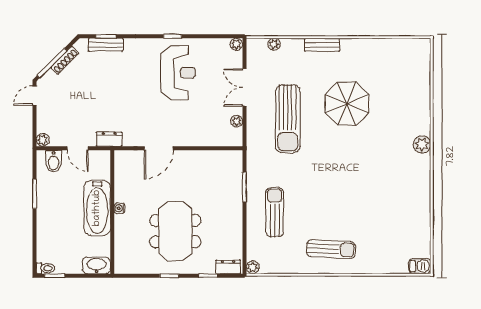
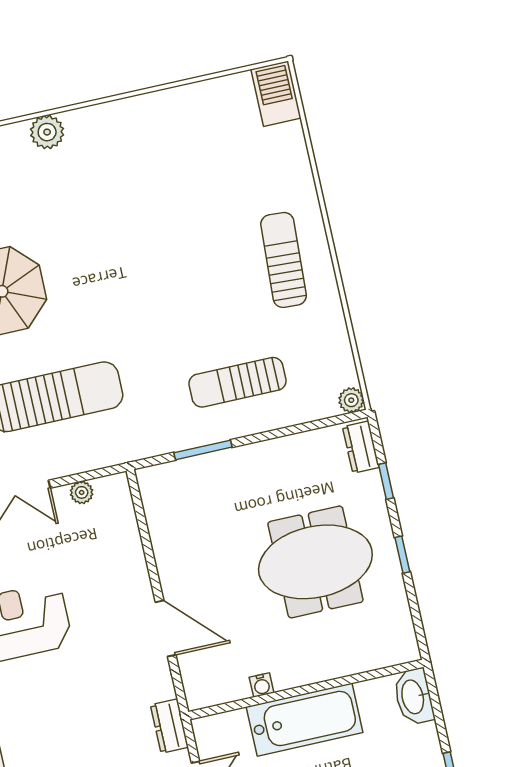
water cooler: (119, 208) -> (262, 685), moved
barbecue: (420, 266) -> (276, 94), width x1.38, depth x1.27

